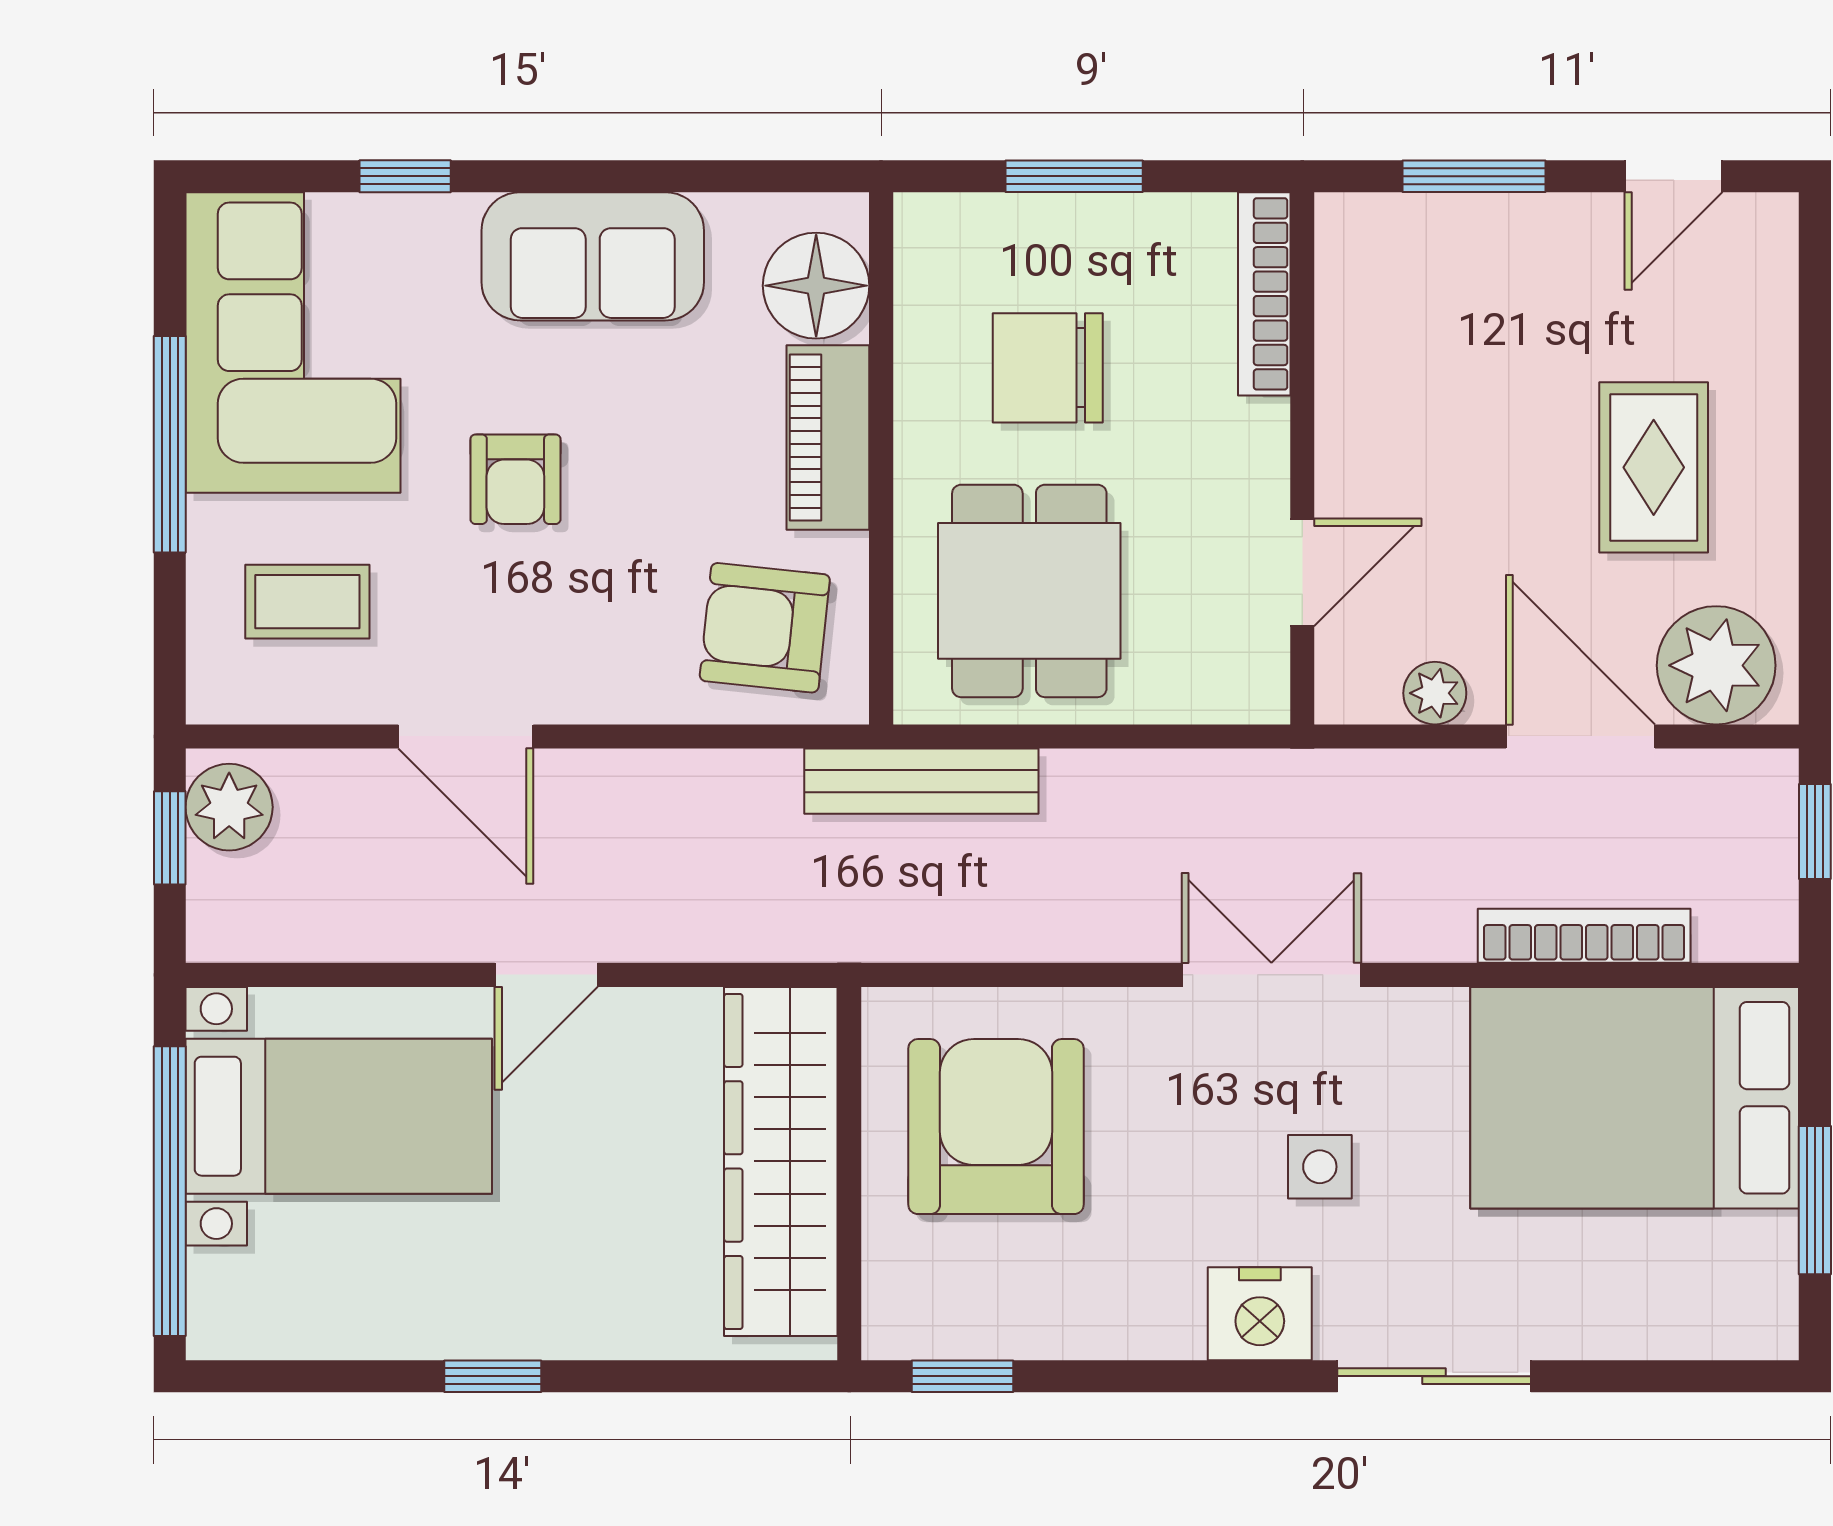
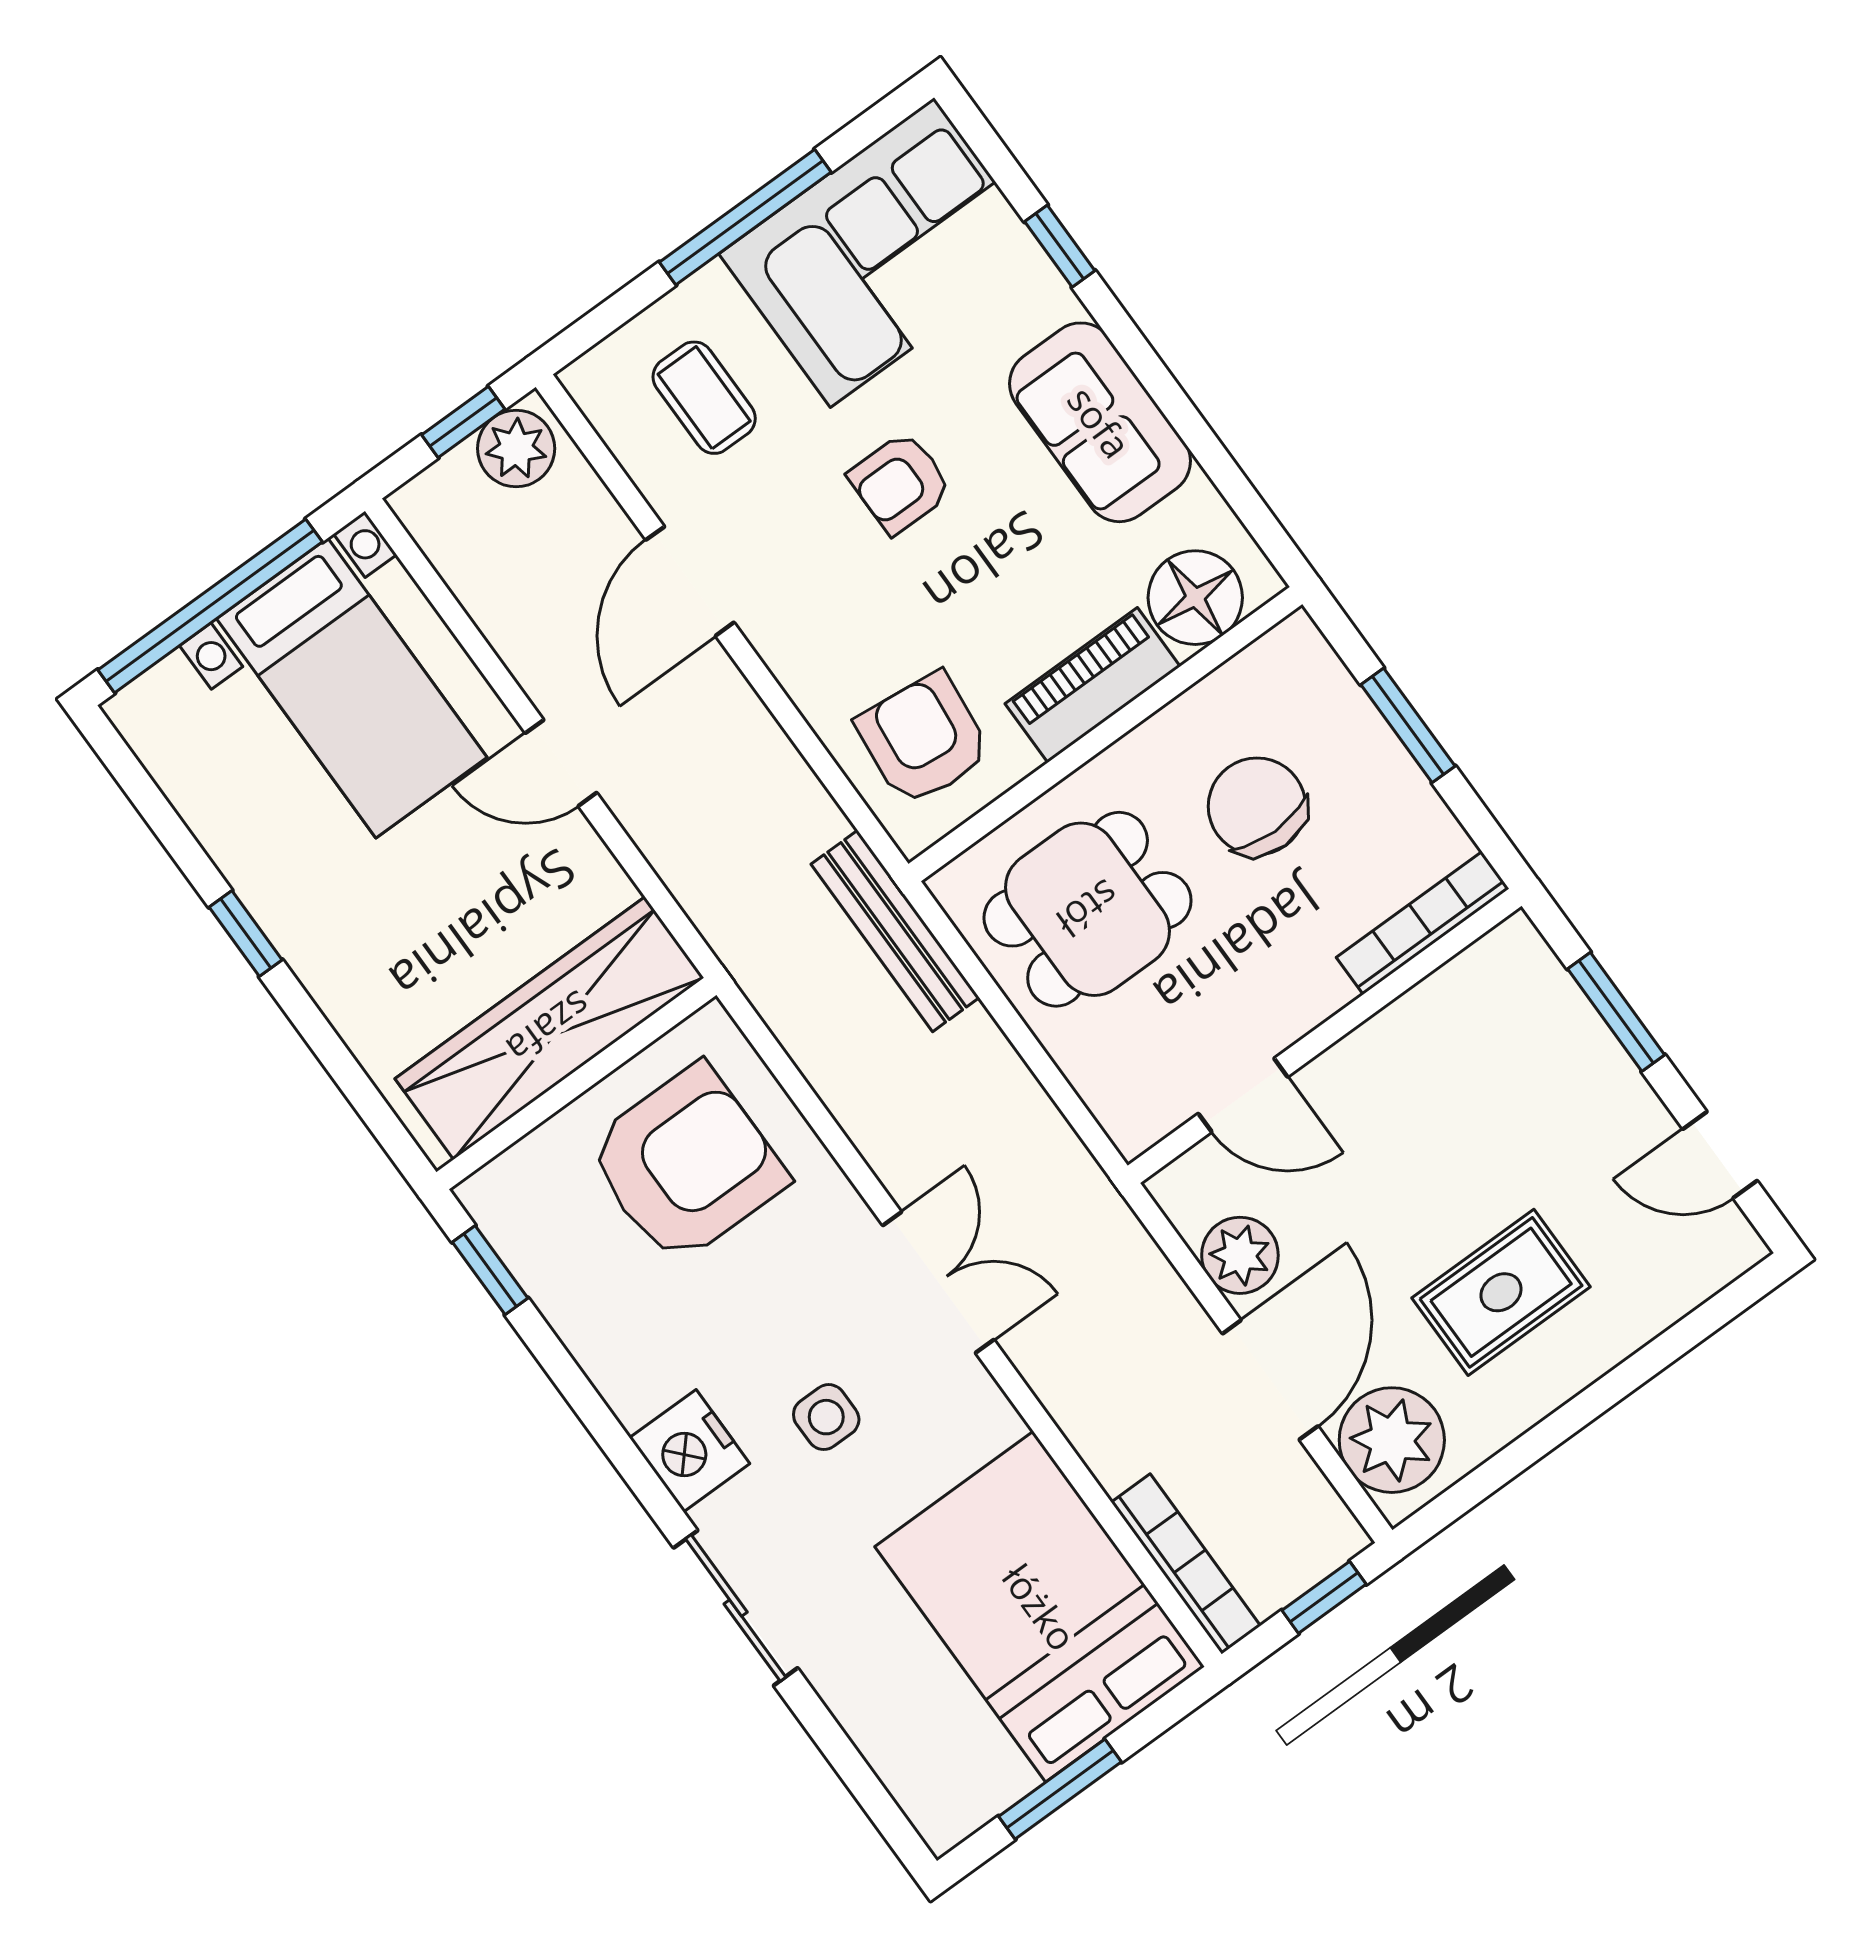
plant: (1435, 693) -> (1240, 1255), width x1.38, depth x1.38
bookcase: (1584, 936) -> (1186, 1564), moved

